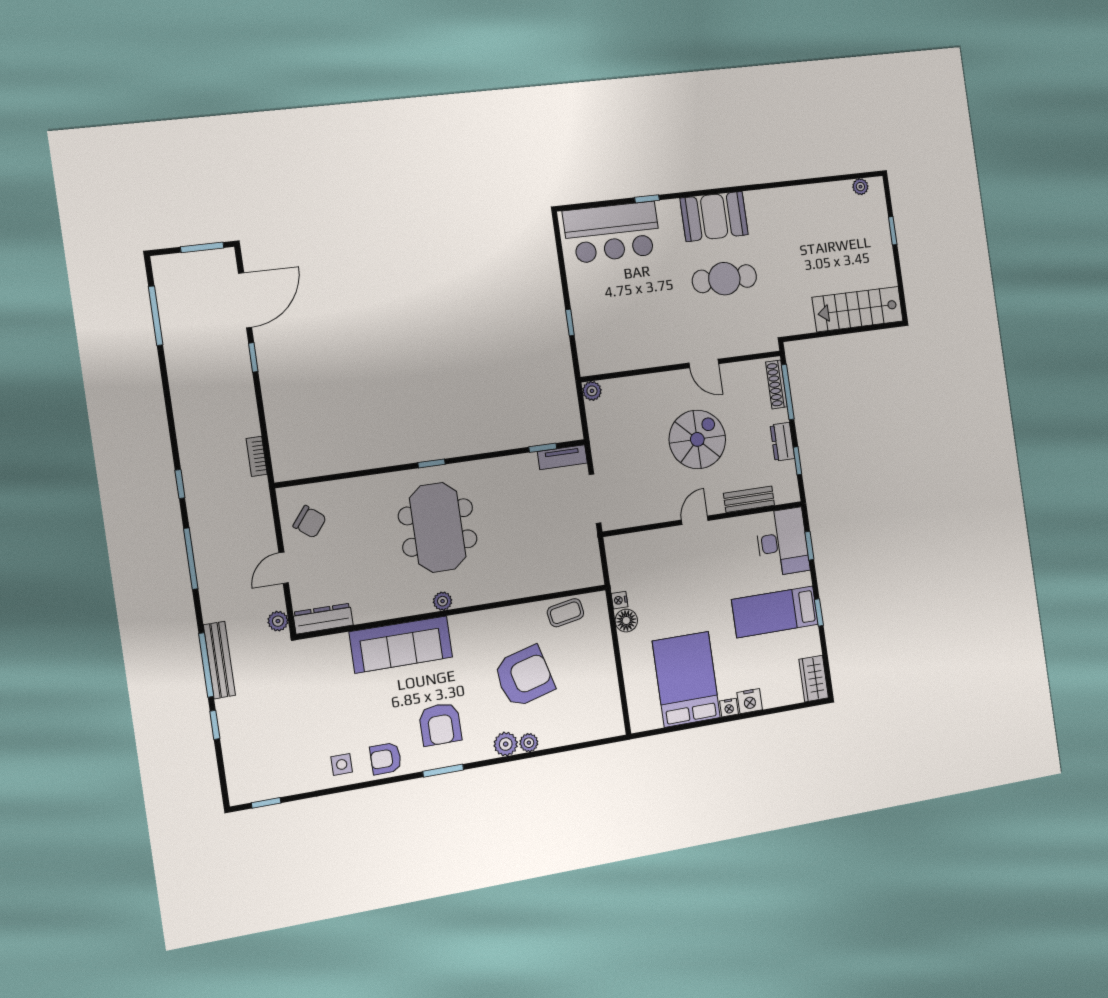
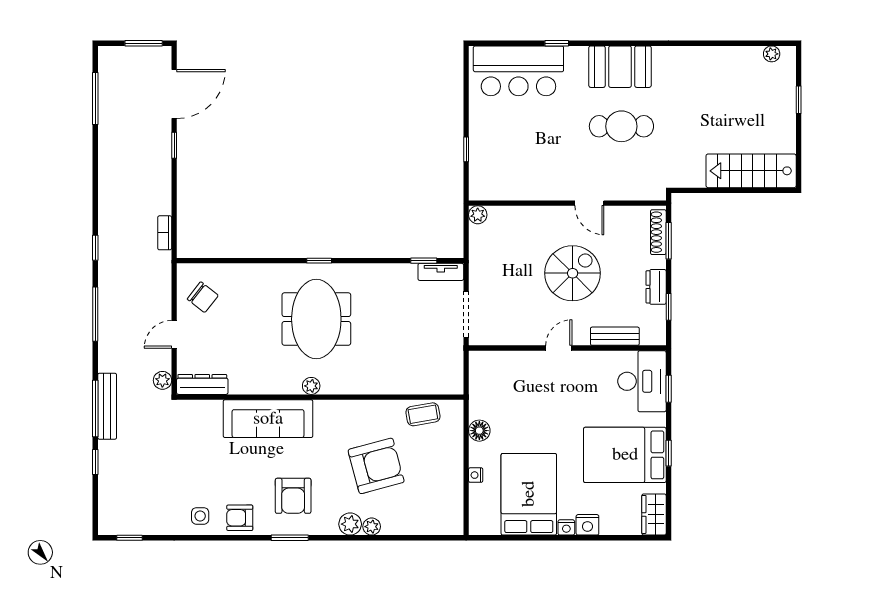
window: (788, 392) -> (669, 241), width x0.69
nightstand: (620, 600) -> (476, 475), moved
bed: (775, 612) -> (625, 455), width x1.50

